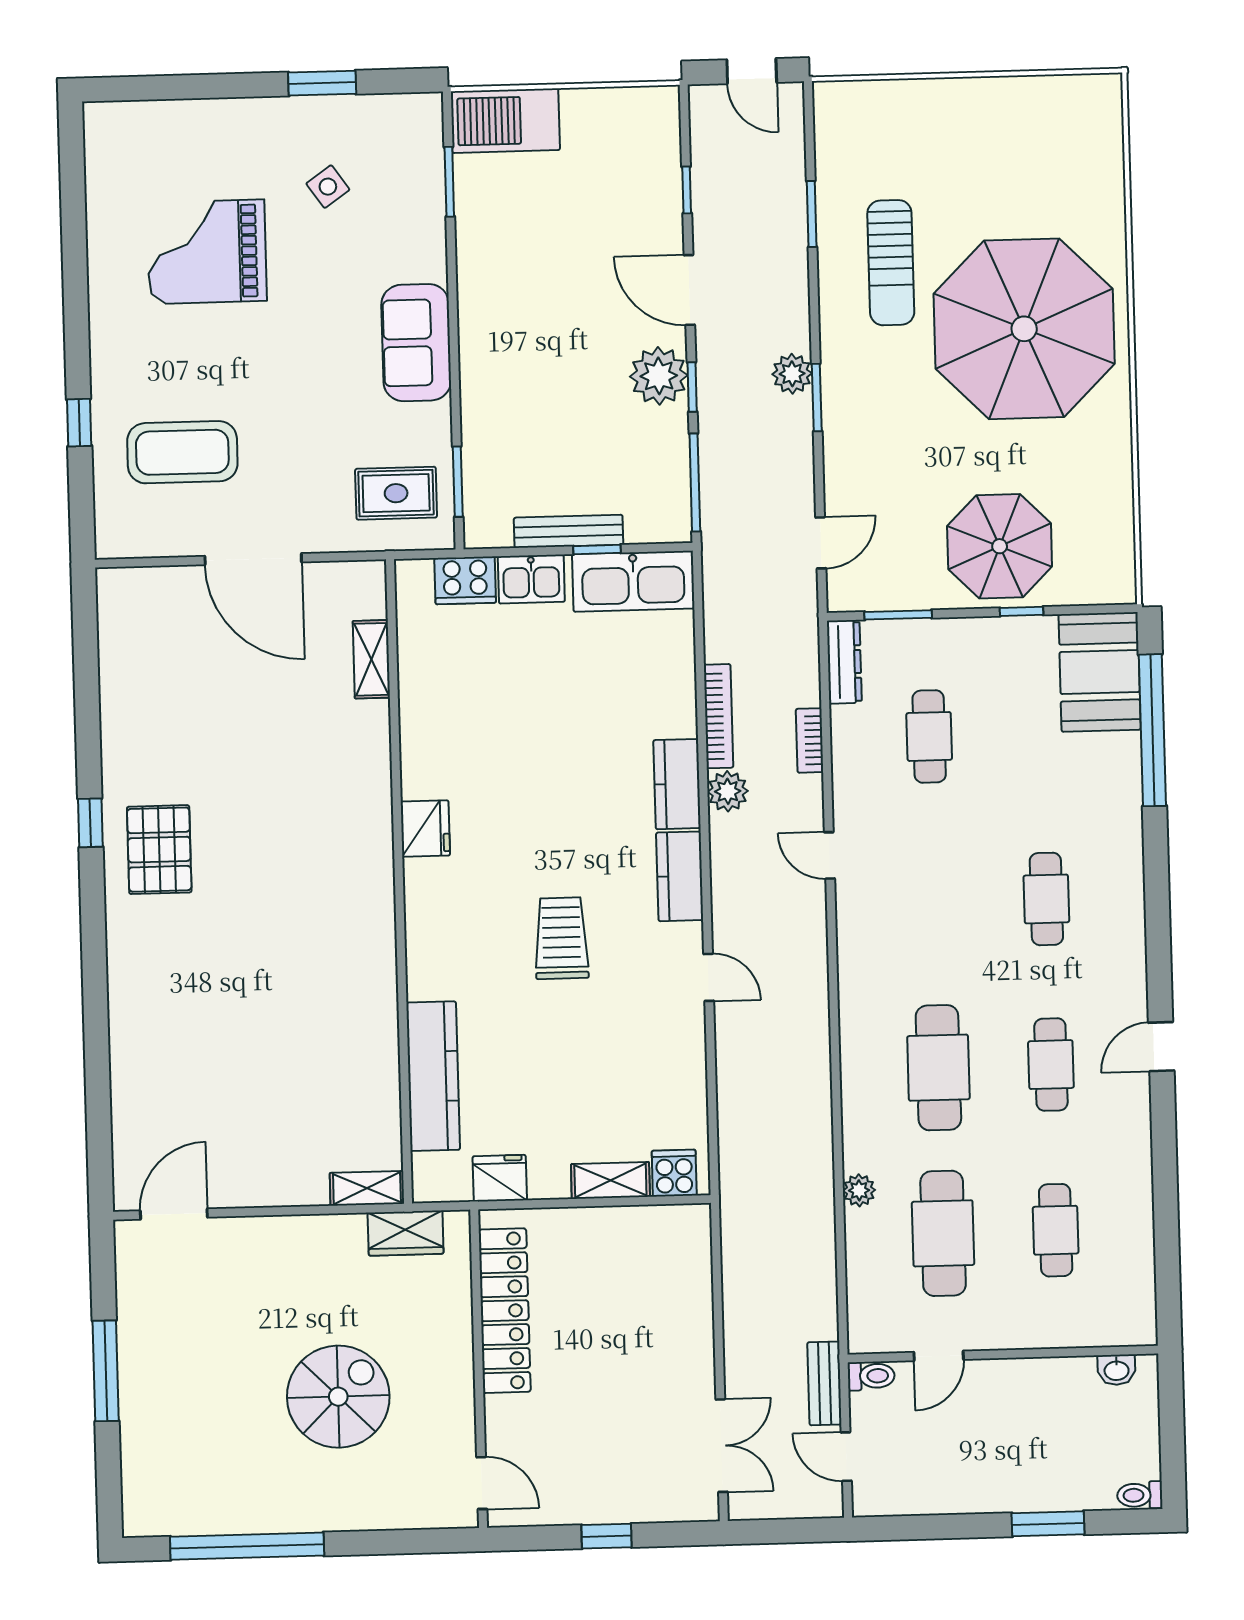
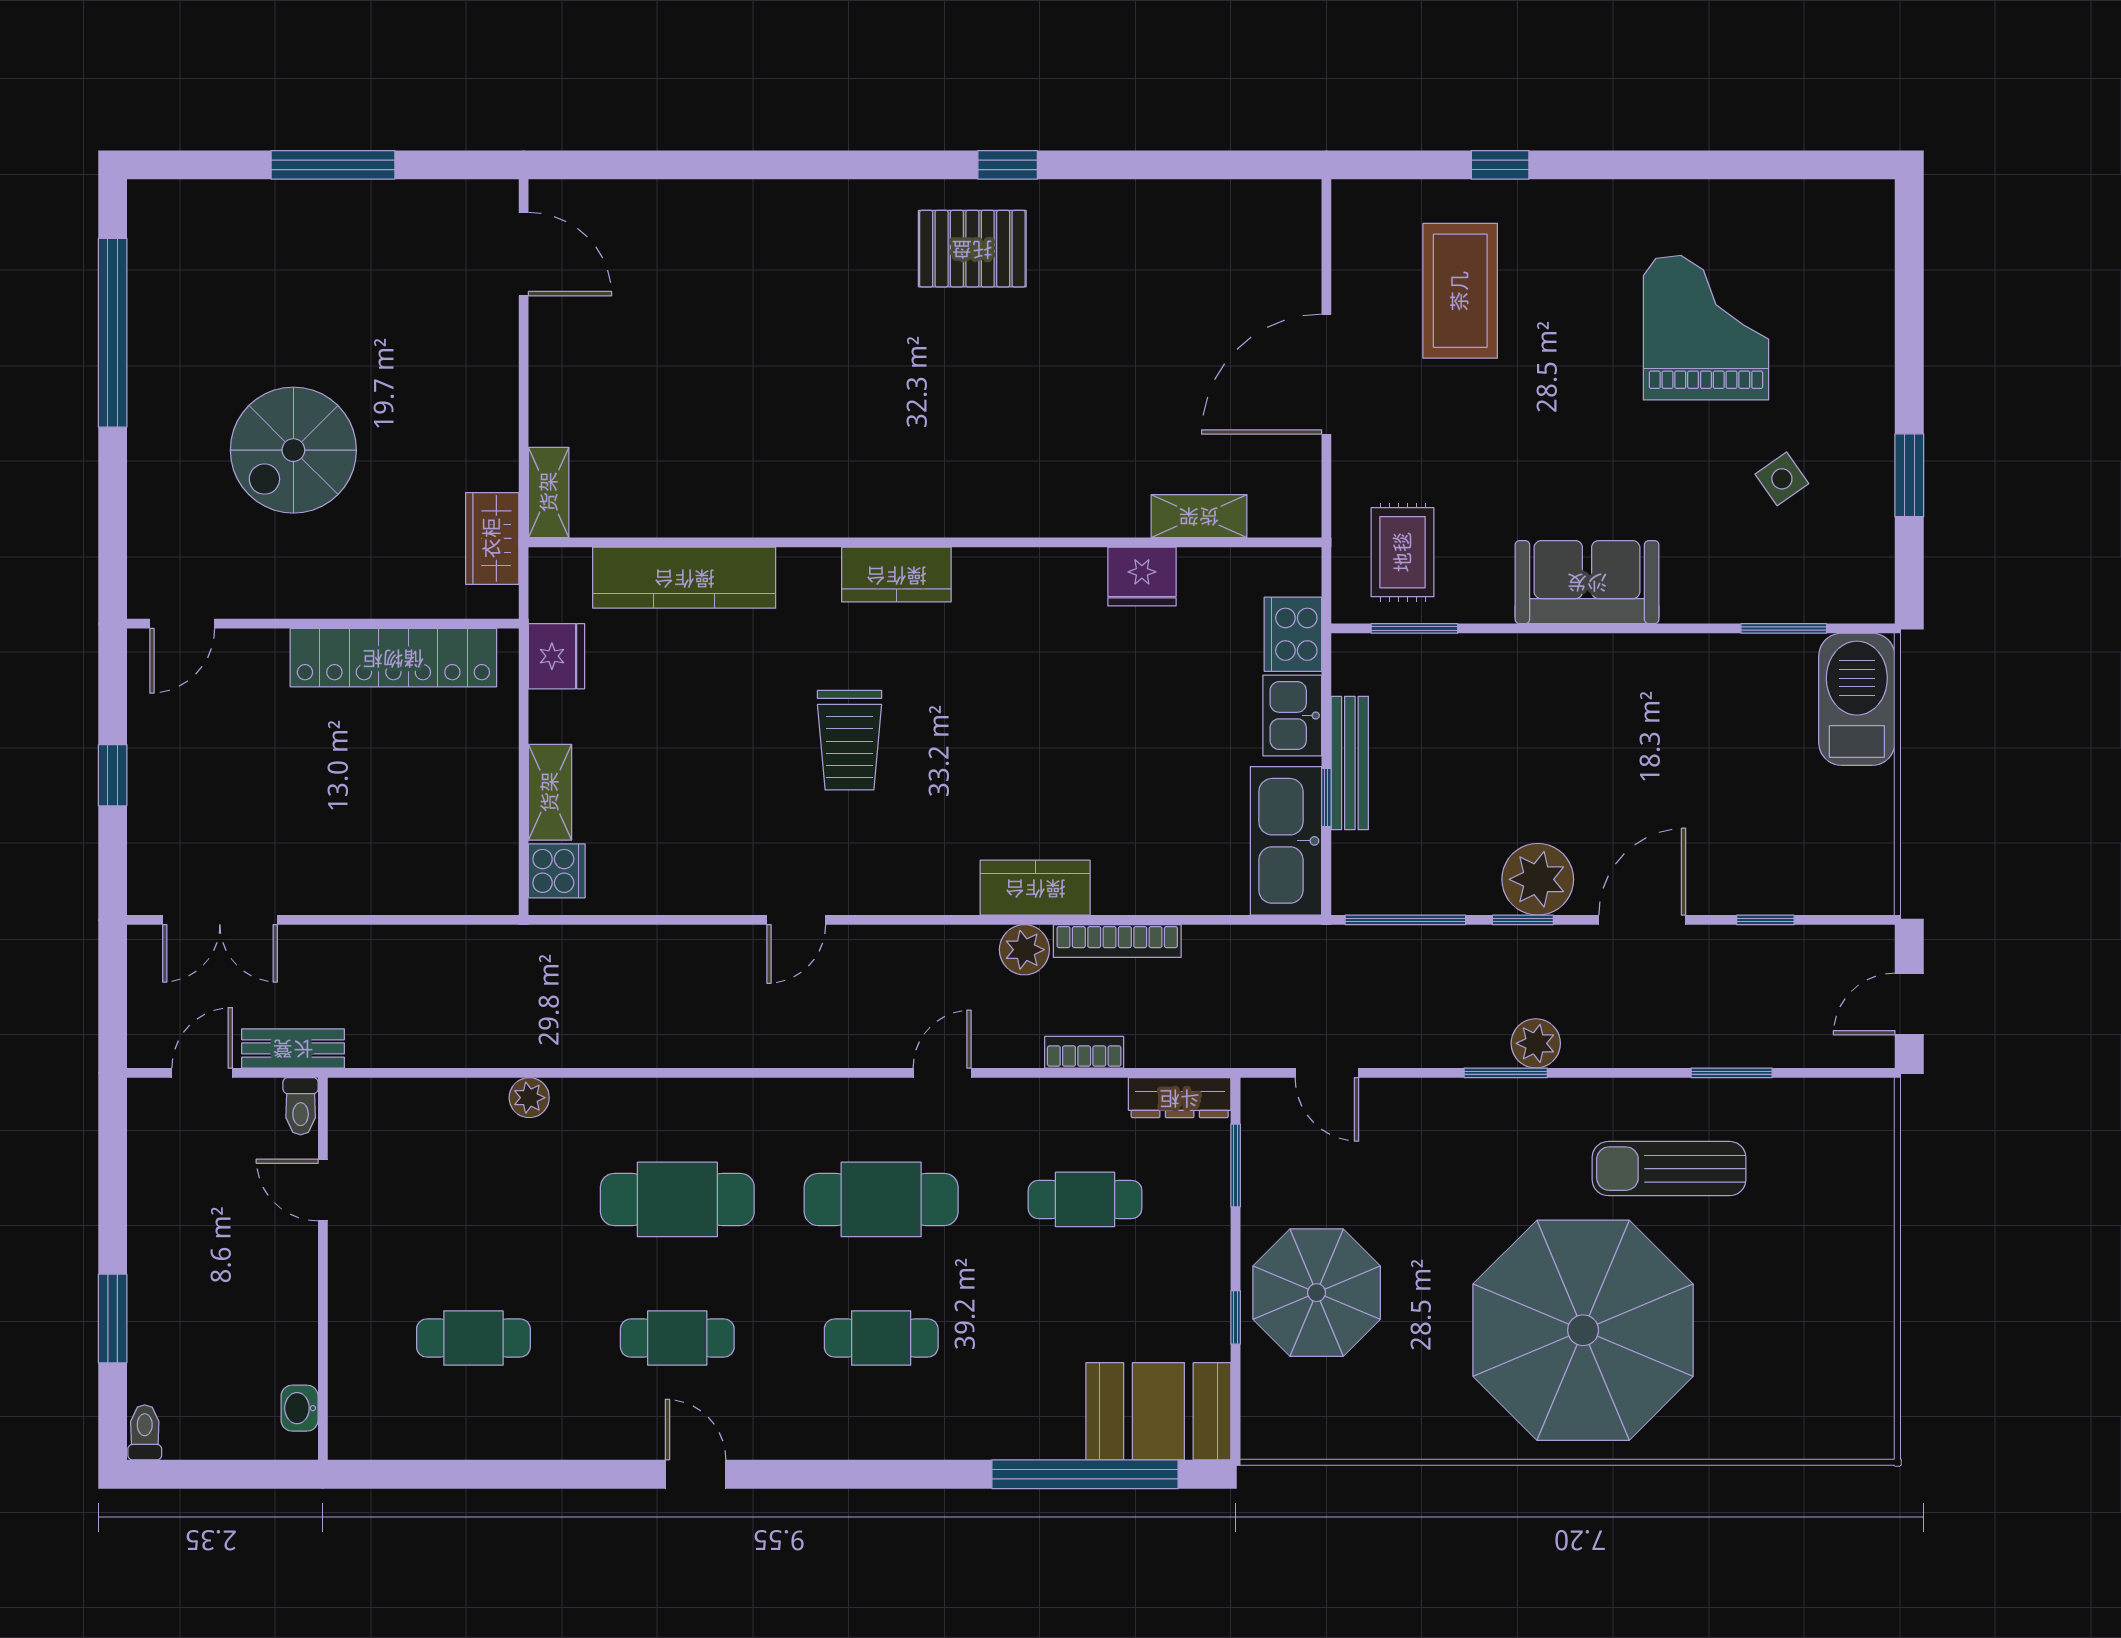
fridge: (425, 829) -> (1142, 577), moved
kitchen counter: (680, 876) -> (896, 575), moved, turned 180
trolley: (561, 938) -> (850, 740), turned 90
cafe table: (943, 1233) -> (881, 1199), moved
spiral stairs: (338, 1397) -> (293, 450), turned 90

